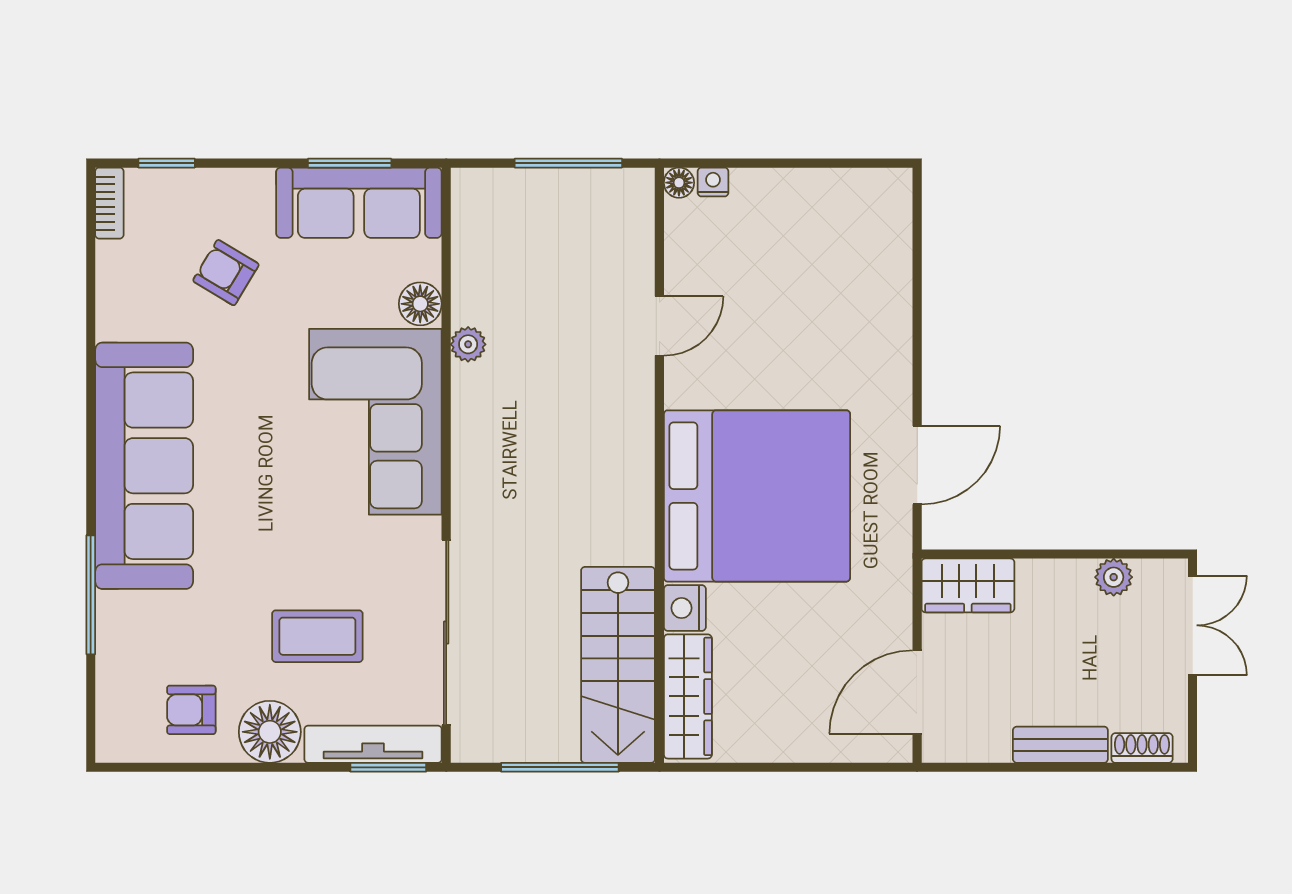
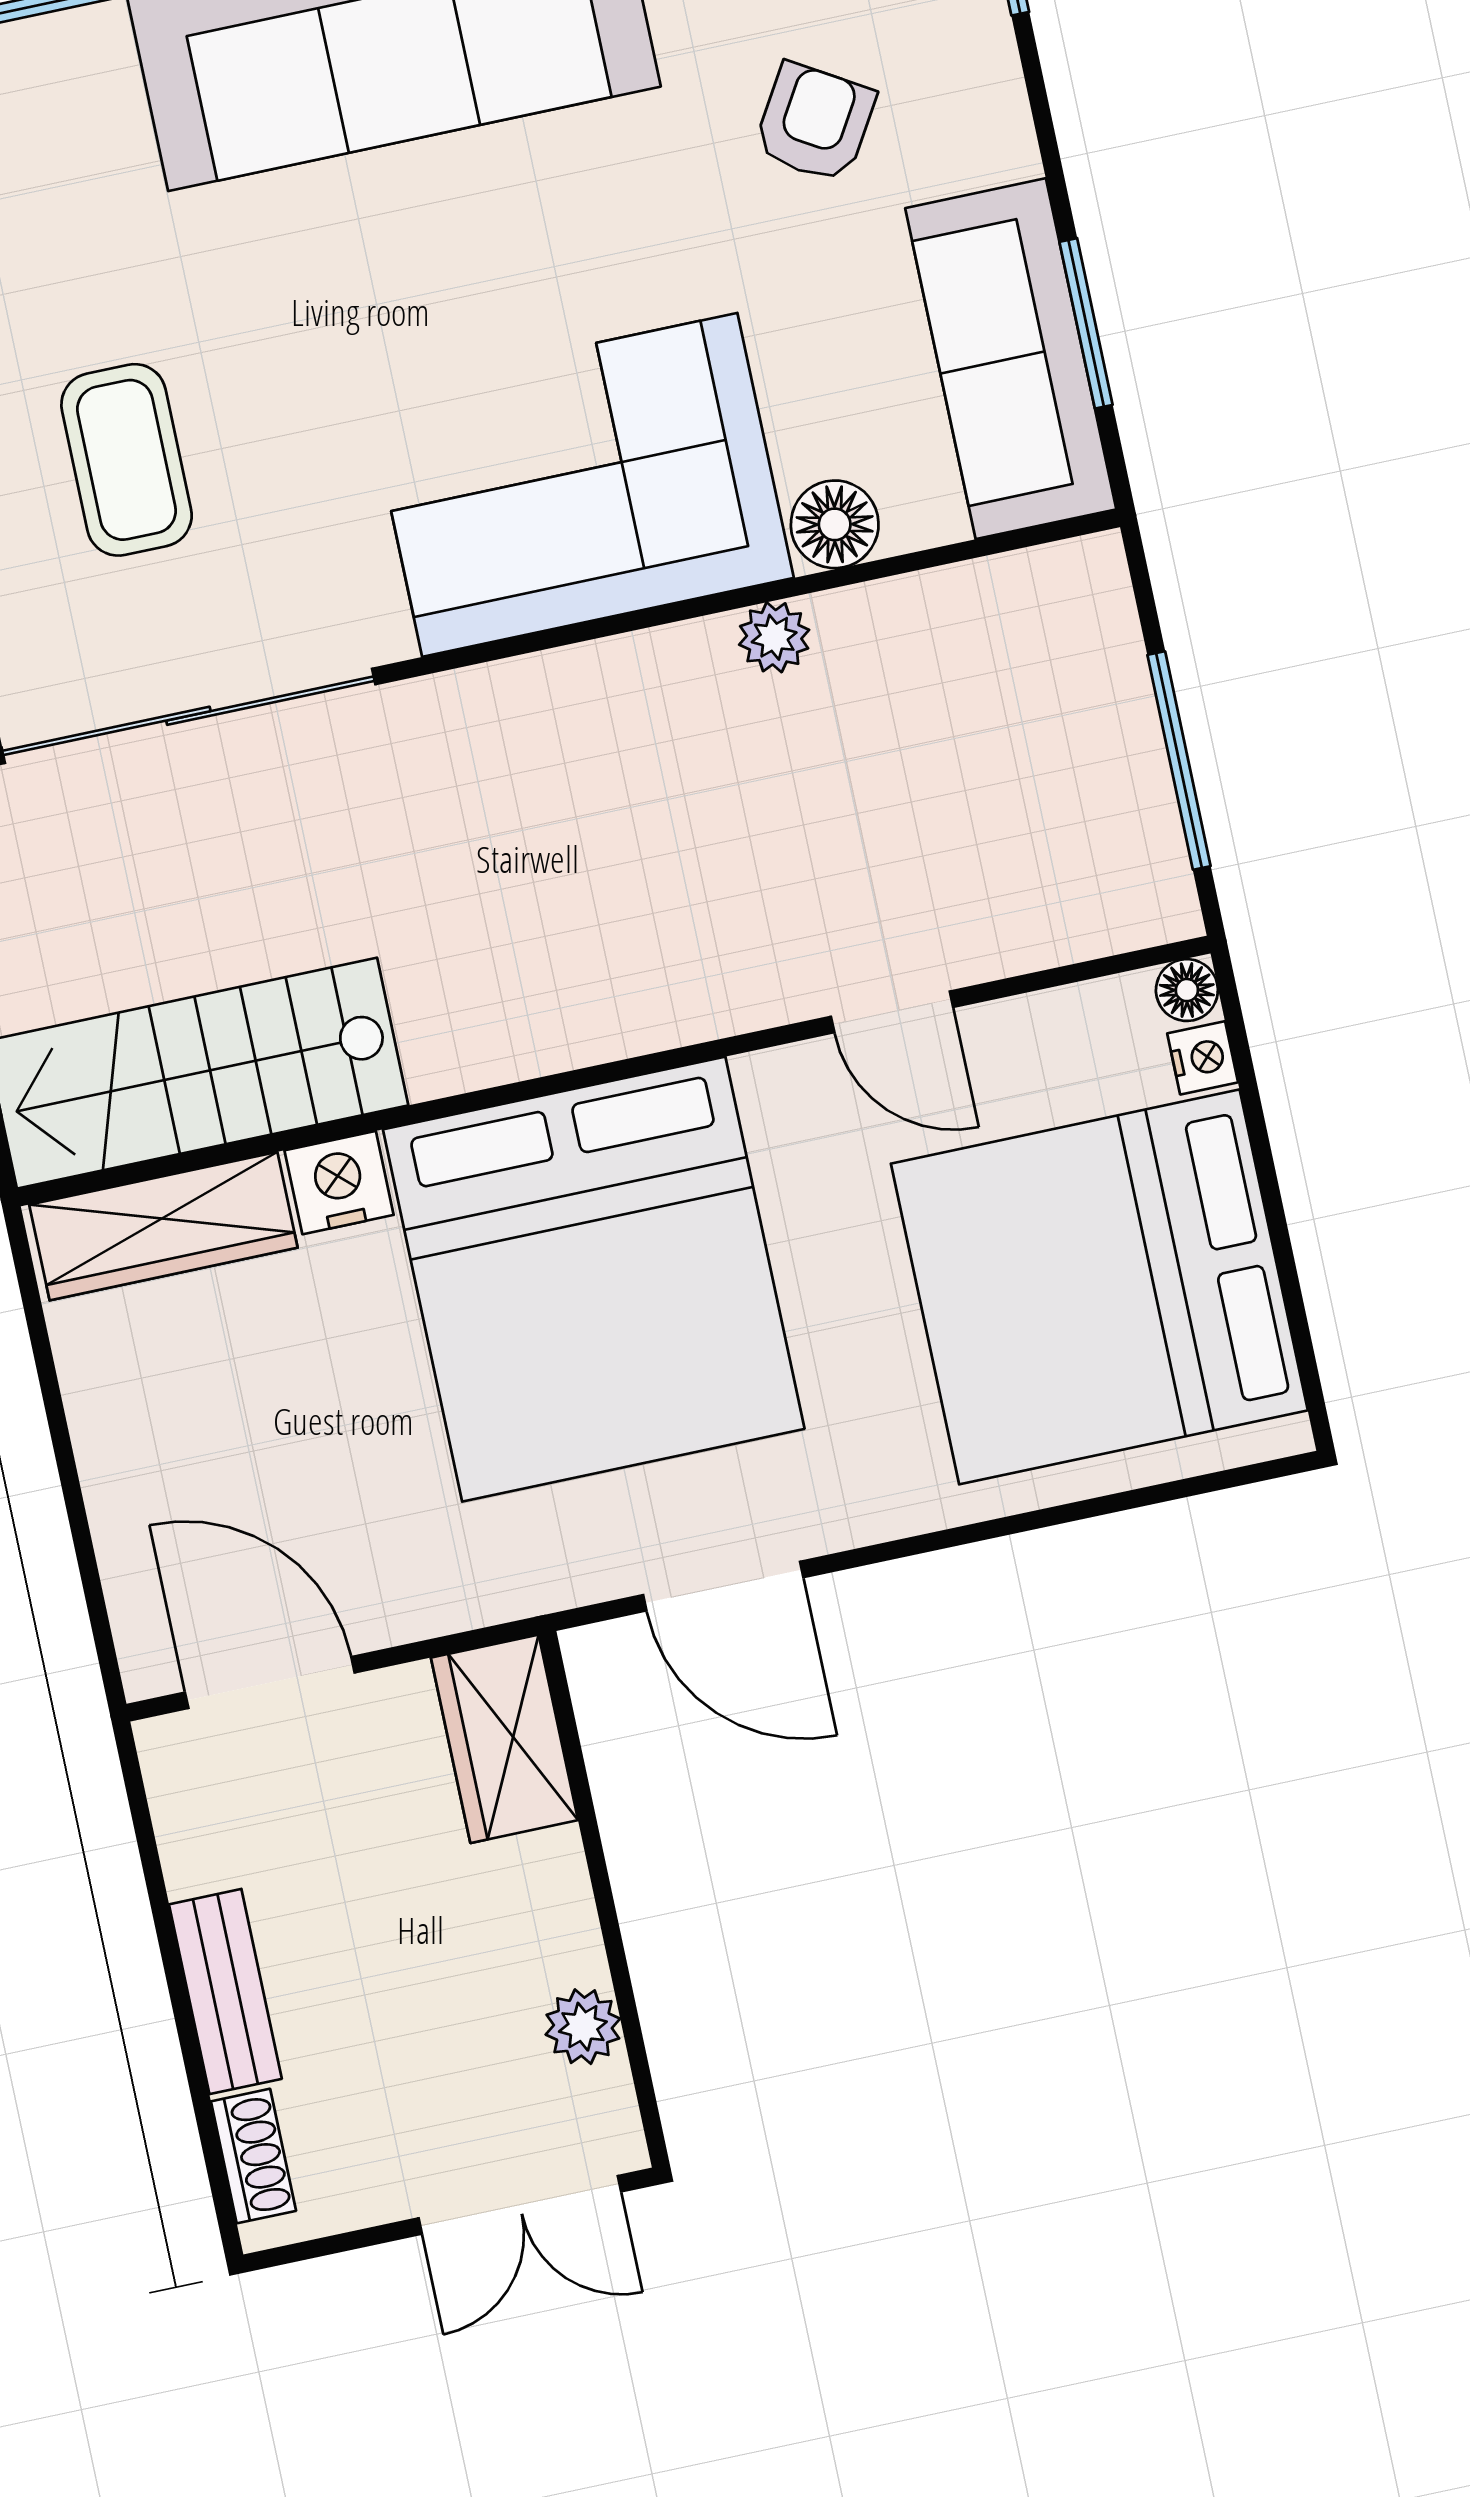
bed: (812, 255) -> (1099, 1287), added

